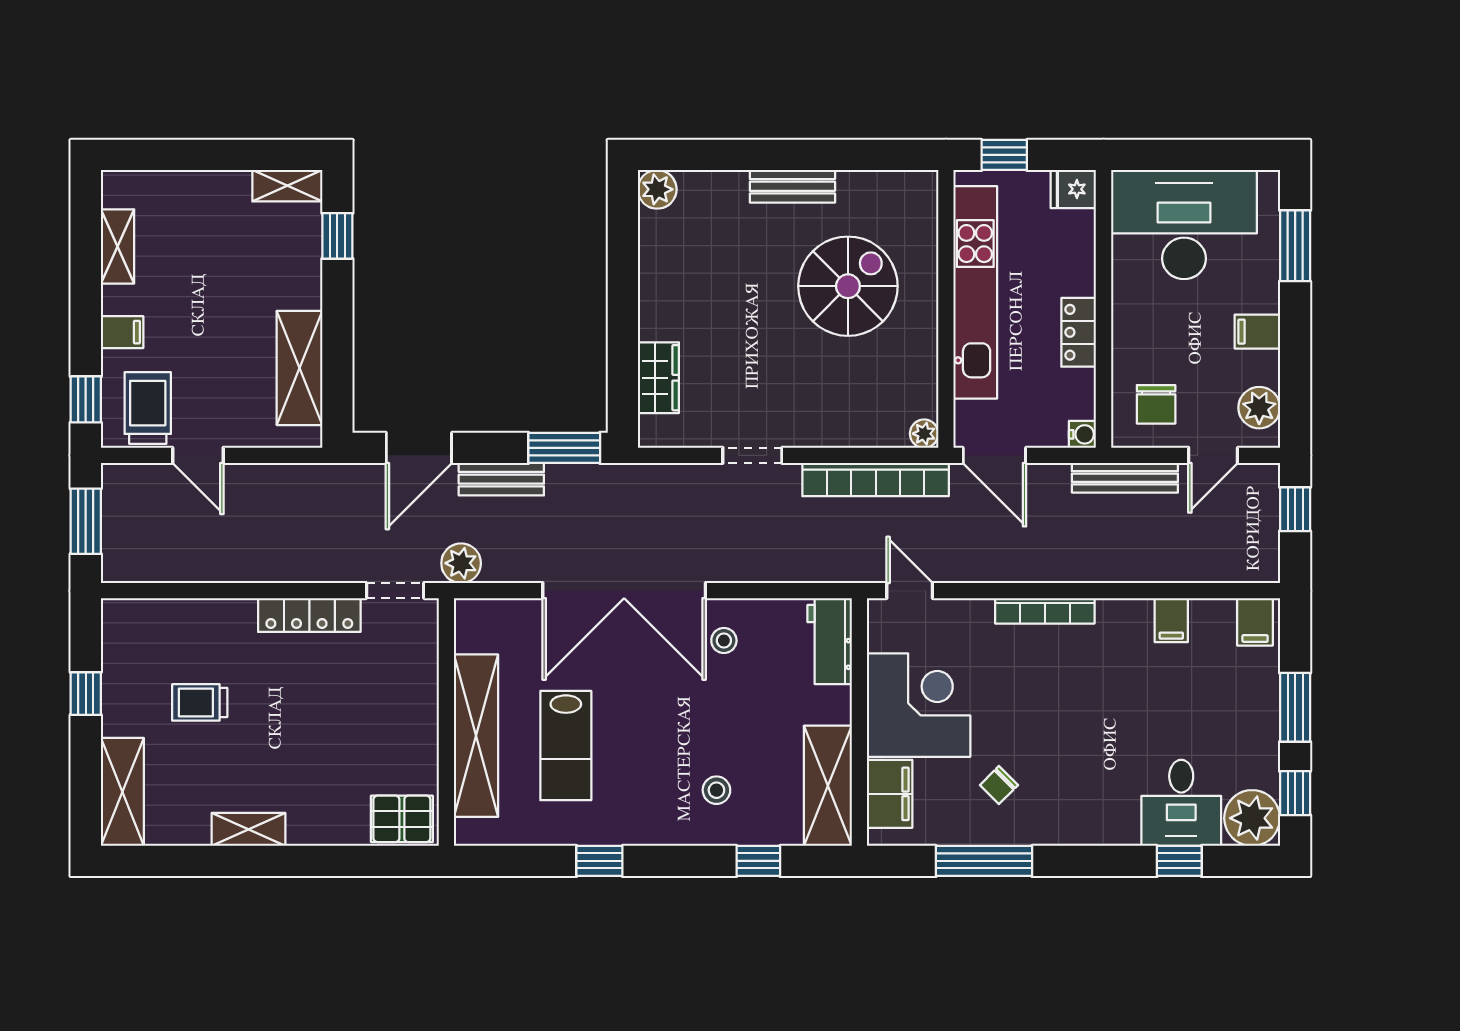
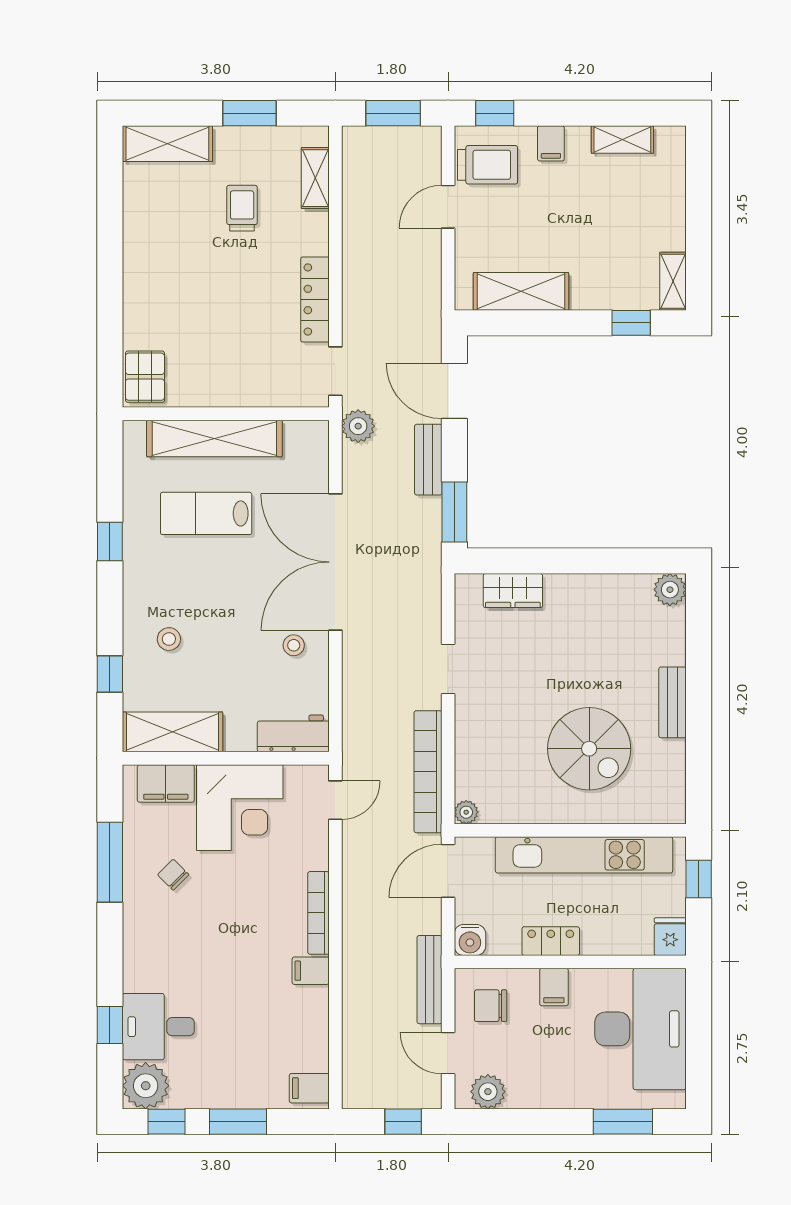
filing cabinet: (1257, 332) -> (554, 987), moved, turned 180
water cooler: (1082, 434) -> (470, 940), width x1.38, depth x1.38
filing cabinet: (1171, 620) -> (311, 971), moved
window: (86, 694) -> (249, 113), width x1.50
shelving: (249, 829) -> (315, 178), moved

